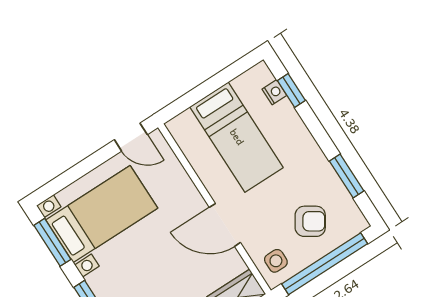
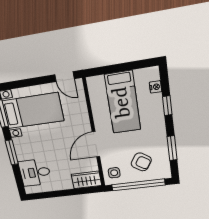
window: (291, 90) -> (167, 106), moved
door: (225, 225) -> (96, 144), hinge flipped

